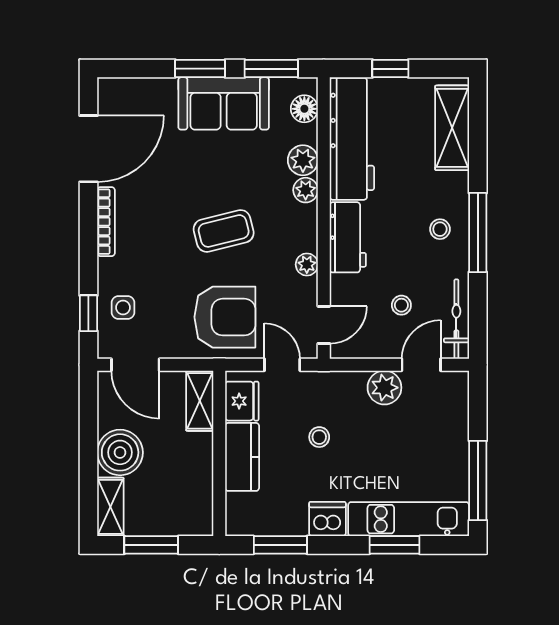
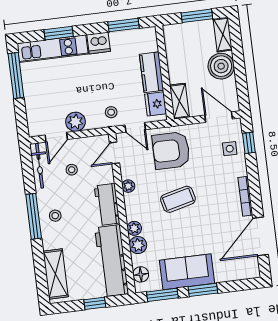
stool: (319, 437) -> (111, 112), moved

